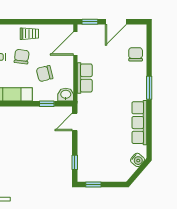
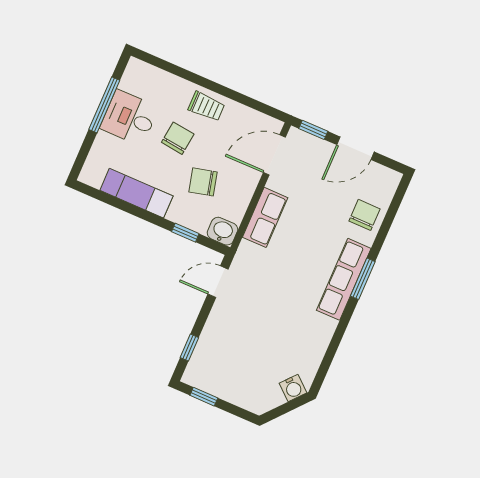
row of seats: (139, 123) -> (344, 279), moved

